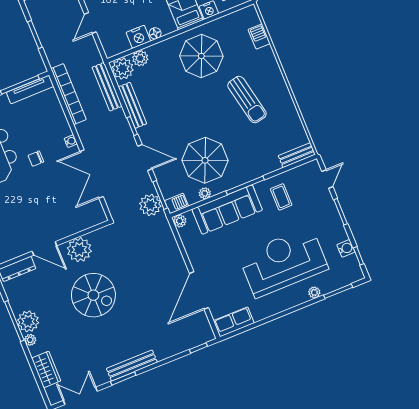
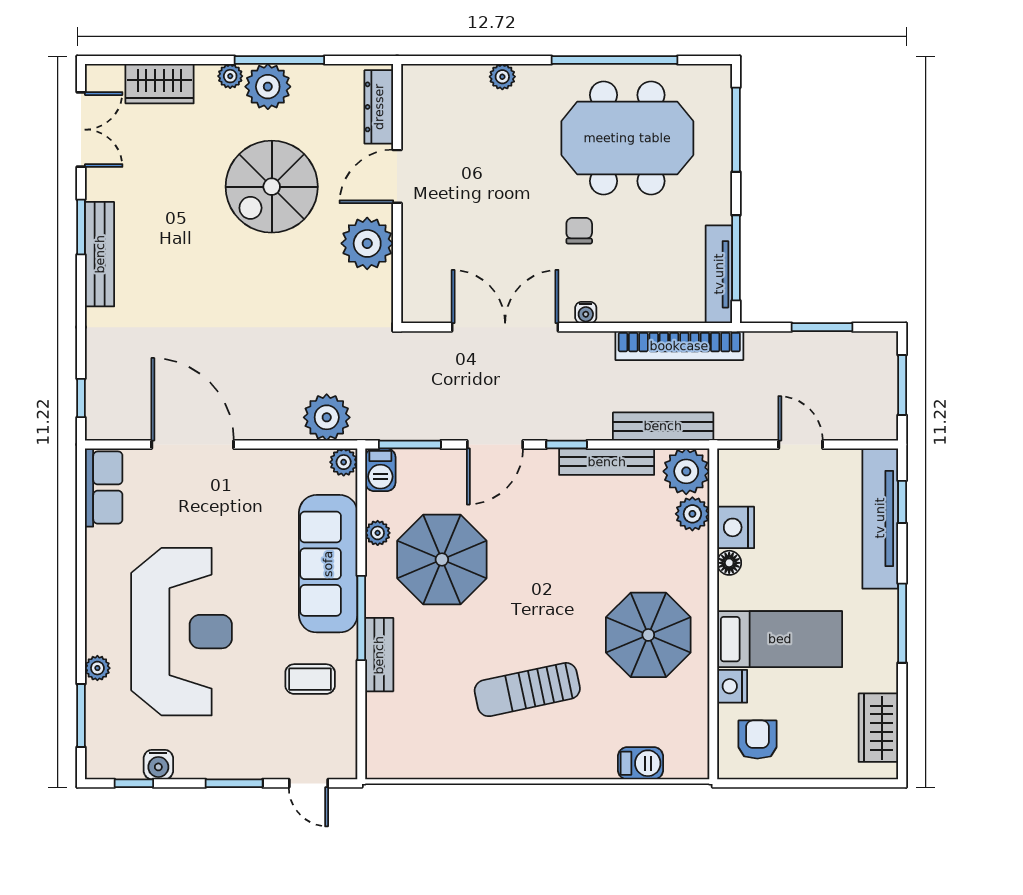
bench: (297, 155) -> (379, 655), moved
plant: (150, 205) -> (327, 417), moved
spiral stairs: (93, 295) -> (272, 187), moved

